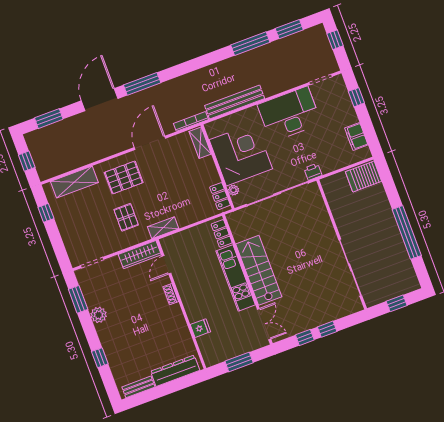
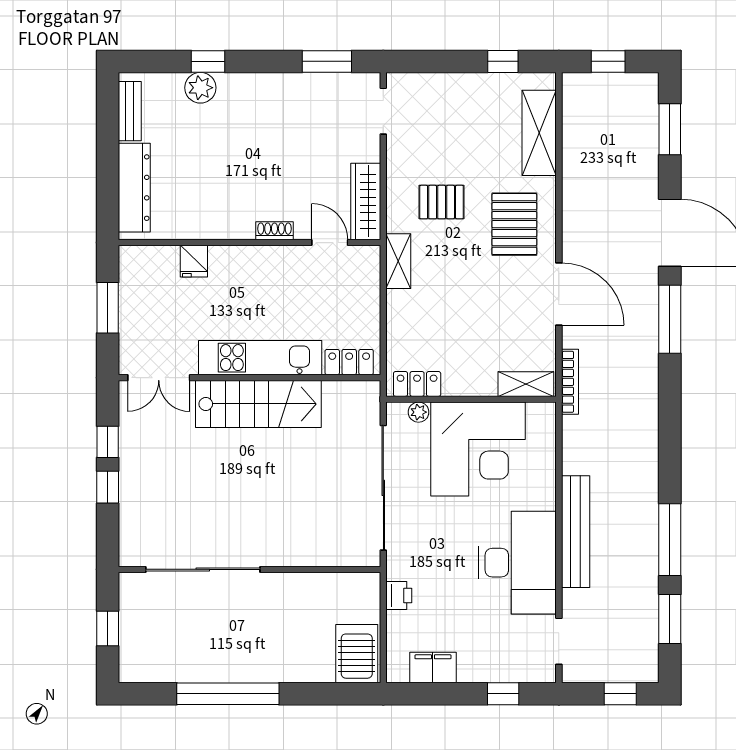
bench: (235, 102) -> (576, 532), moved
printer: (313, 172) -> (399, 595), moved
plant: (99, 315) -> (200, 88), moved

